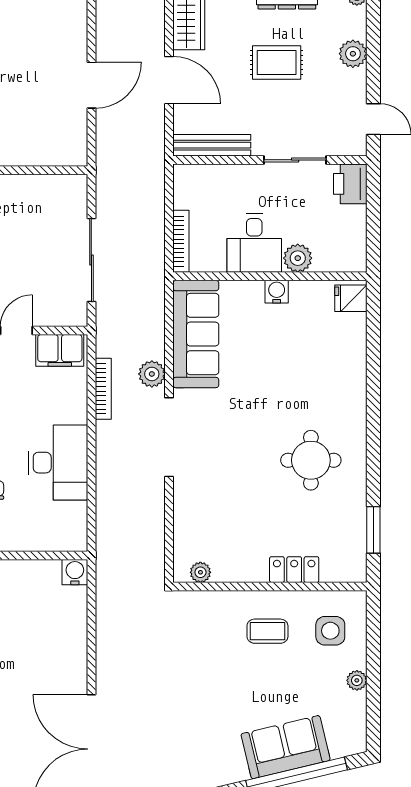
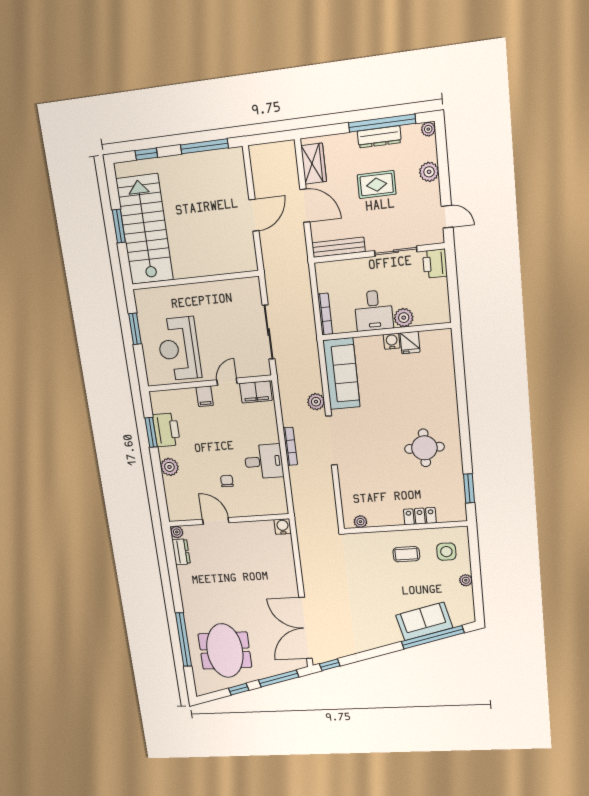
fridge: (351, 298) -> (410, 343), moved, turned -90
bookcase: (103, 389) -> (290, 446), moved
desk: (58, 463) -> (264, 461), width x0.73

